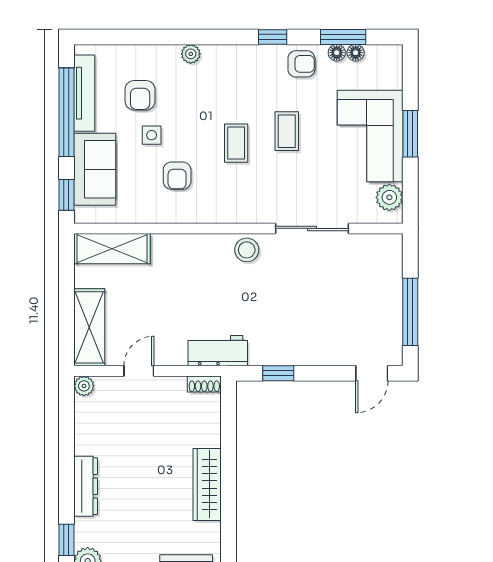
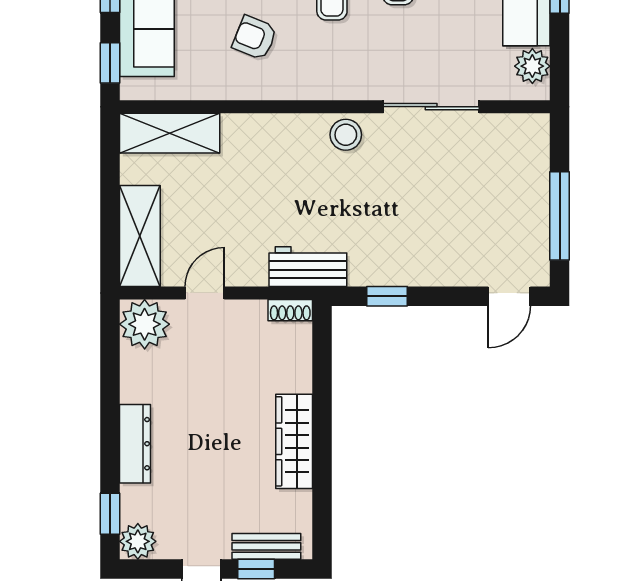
armchair: (177, 176) -> (255, 38), turned 112
plant: (84, 386) -> (145, 324), width x1.88, depth x1.88

